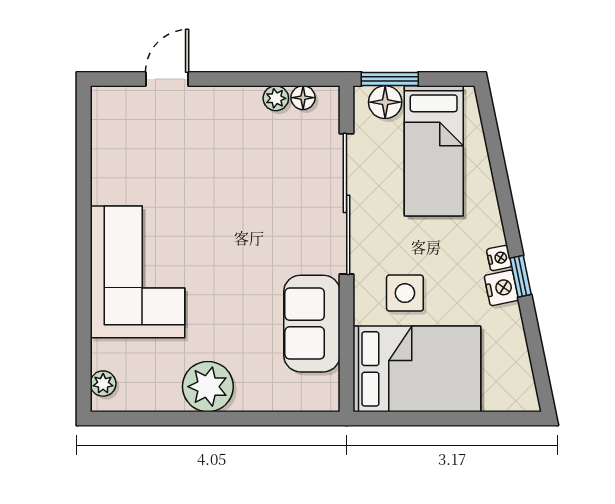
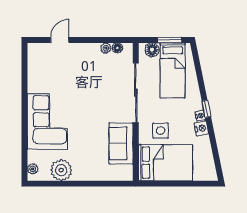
window: (390, 79) -> (170, 40), moved
window: (521, 276) -> (206, 109), moved
plant: (208, 387) -> (61, 170), moved

